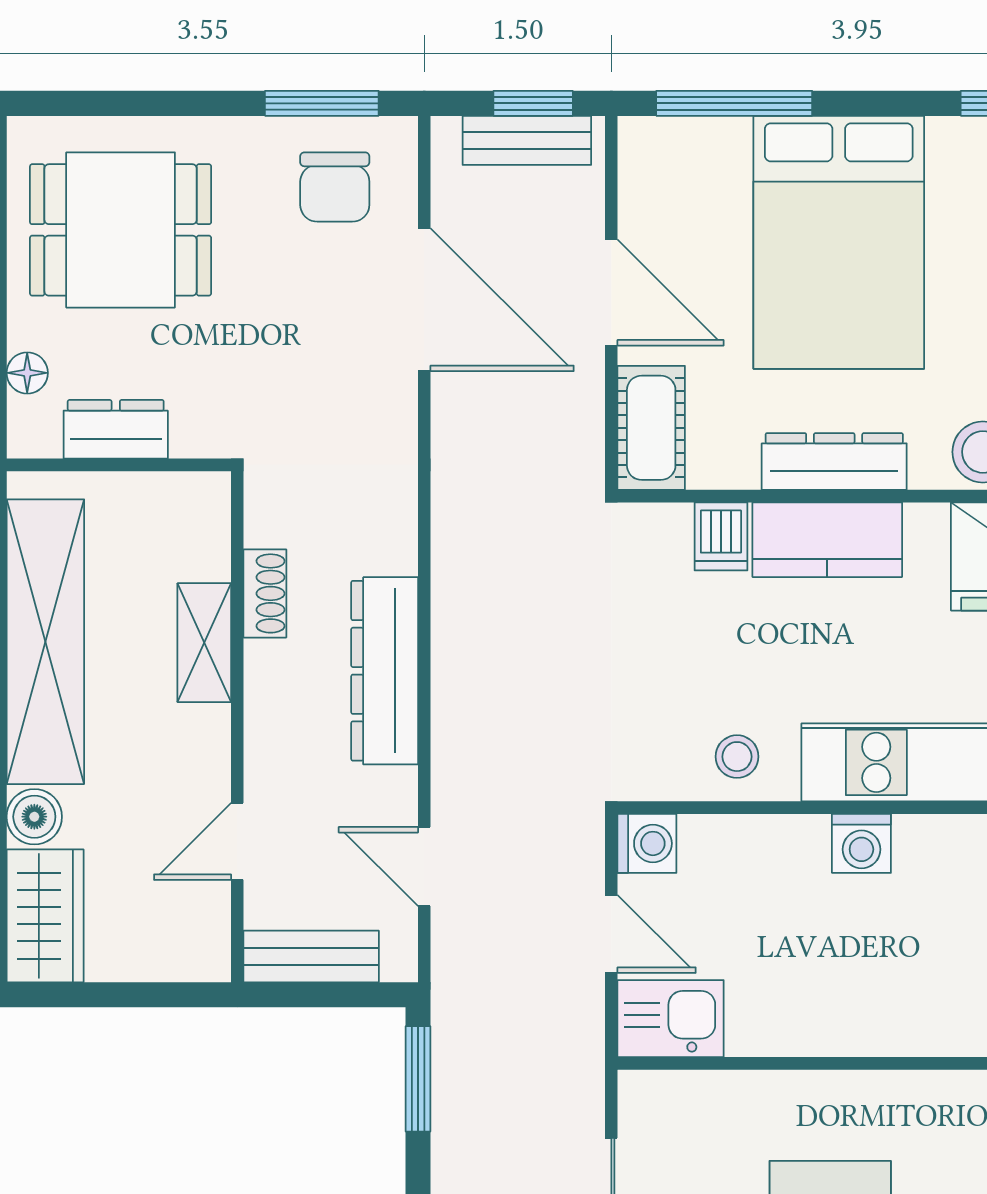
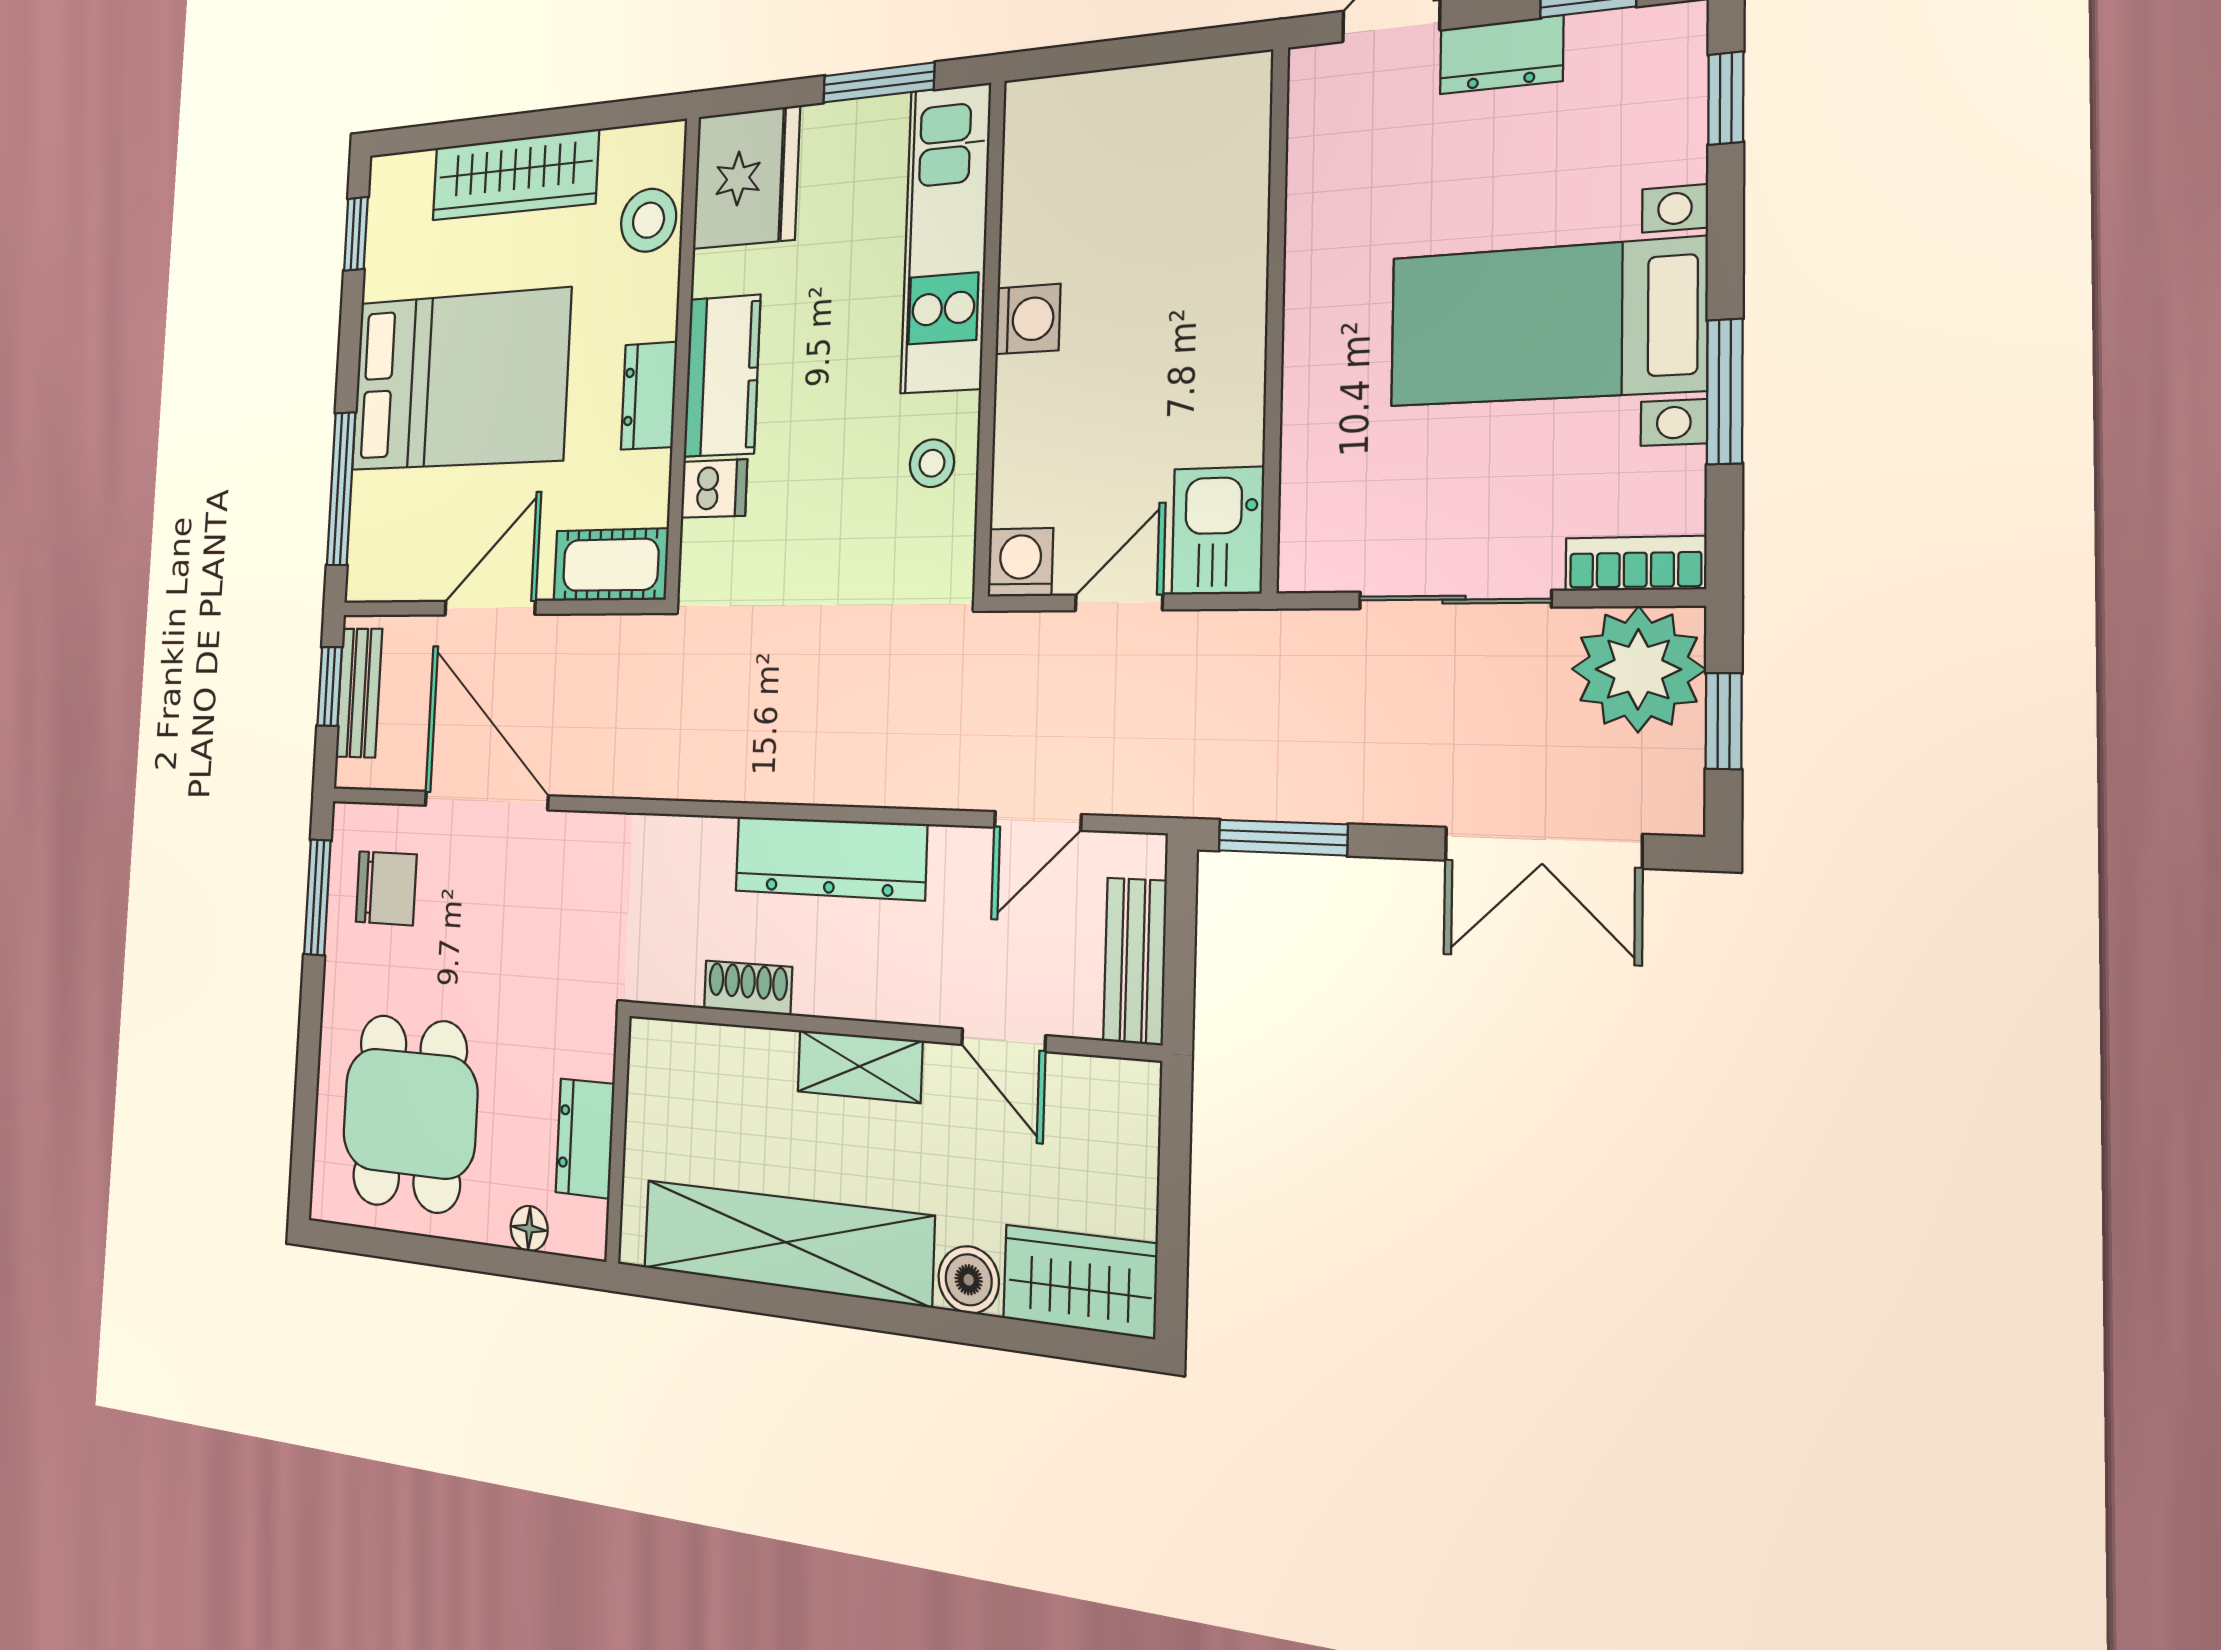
door: (424, 300) -> (486, 801), hinge flipped
dresser: (834, 461) -> (649, 396), width x0.70
shelving: (204, 643) -> (860, 1066), moved

